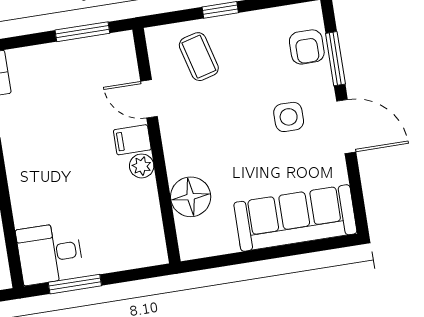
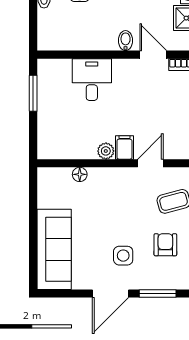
armchair: (307, 47) -> (165, 245), moved, turned 90
floor lamp: (191, 197) -> (80, 174), width x0.53, depth x0.53
desk: (50, 253) -> (92, 80), moved

